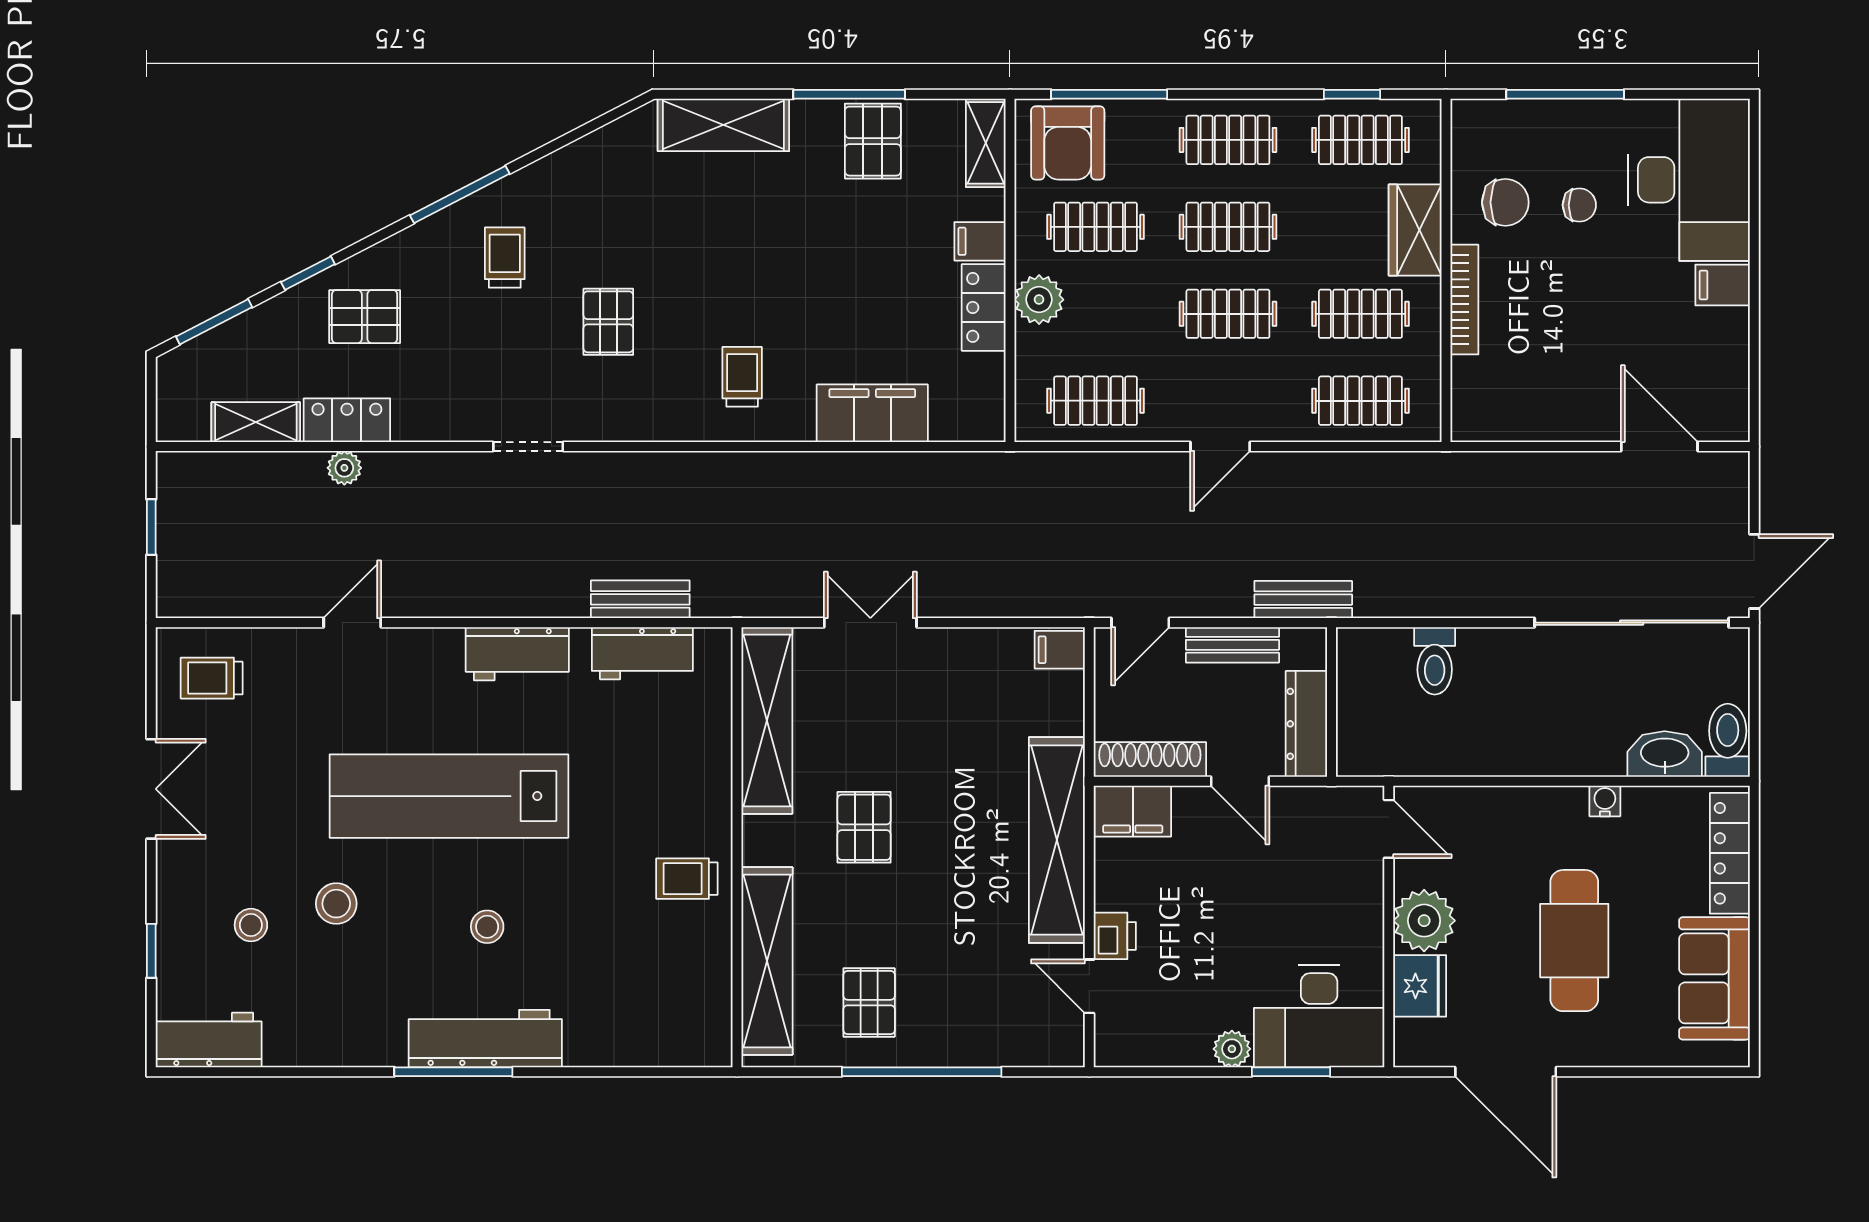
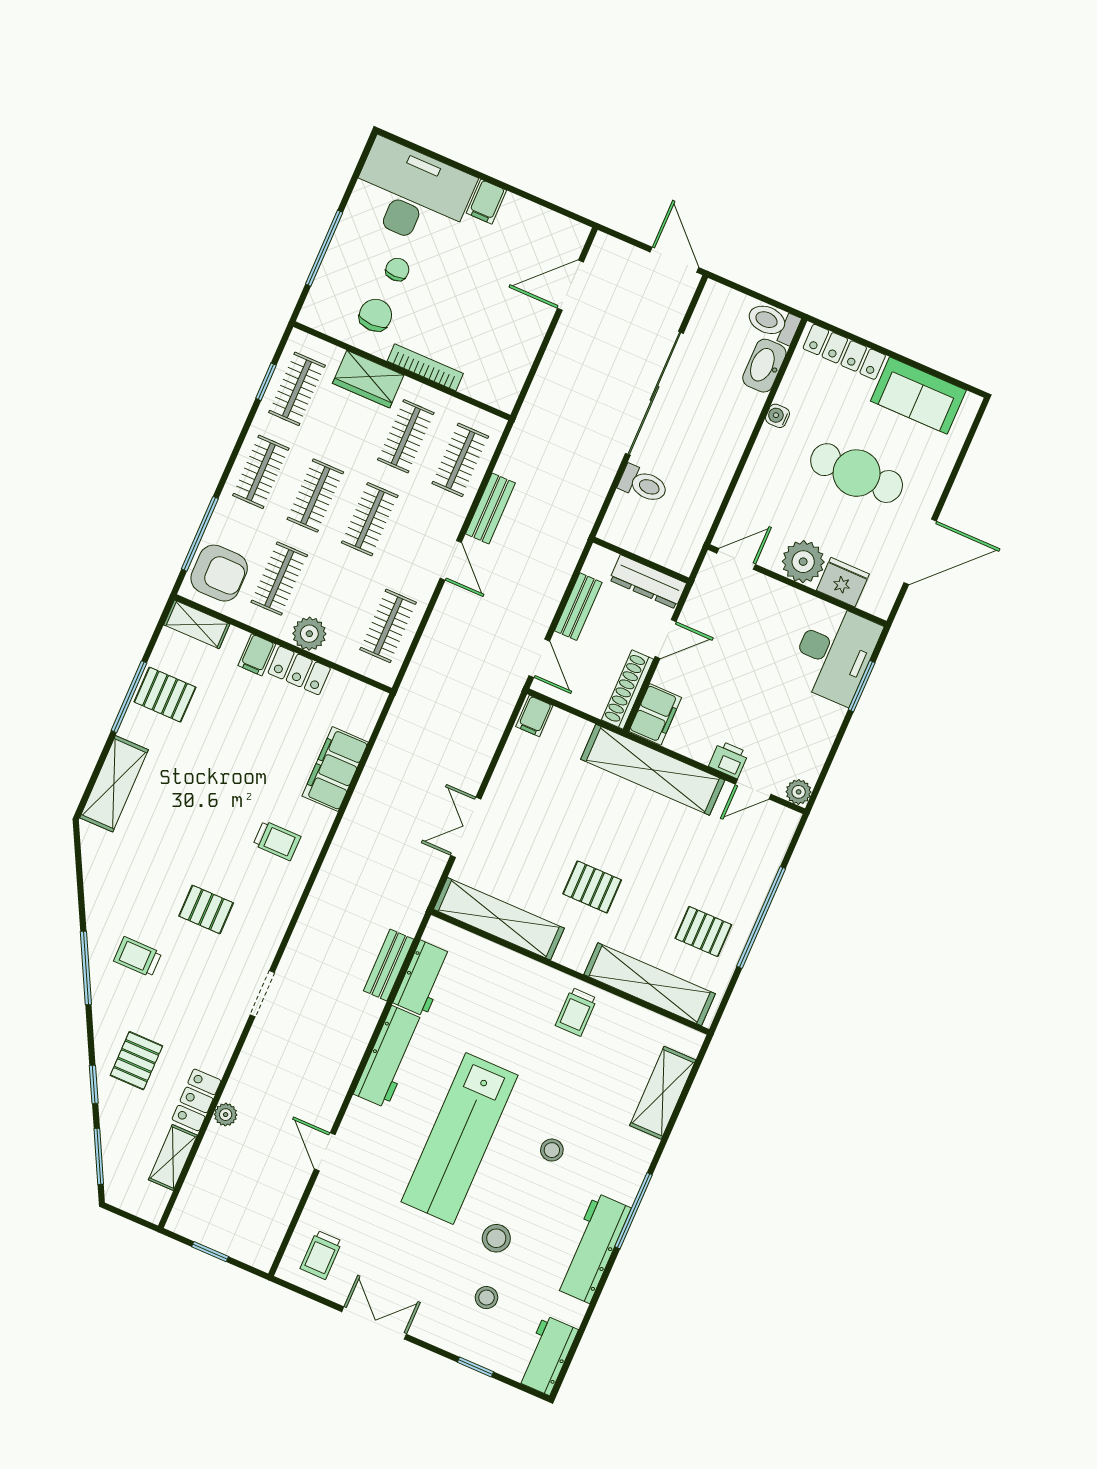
trolley: (742, 377) -> (277, 841), turned 180
bench: (1303, 600) -> (490, 508), moved
sliding door: (1632, 623) -> (654, 393), moved
workbench: (517, 654) -> (389, 1057), width x1.37
workbench: (485, 1039) -> (593, 1248), moved
shelving: (629, 1042) -> (663, 1093), added
plant: (1232, 1049) -> (799, 792), moved

